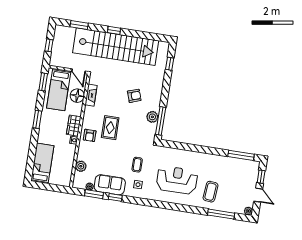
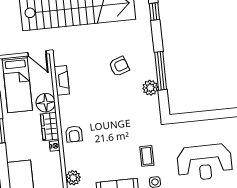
floor lamp: (77, 96) -> (46, 103), moved
window: (161, 121) -> (161, 71), moved
rug: (110, 128) -> (98, 117), removed
reception desk: (177, 180) -> (205, 162), turned 180

